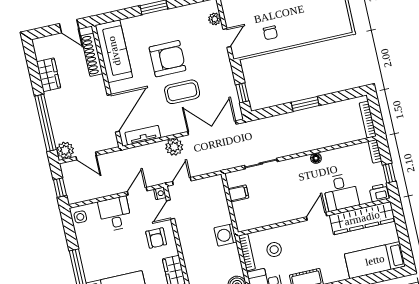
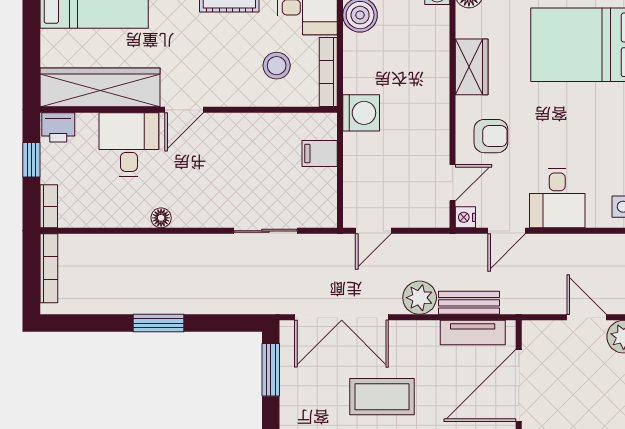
window: (242, 93) -> (271, 370), width x1.50
bench: (148, 150) -> (469, 303), added
door: (182, 181) -> (373, 231), moved
filing cabinet: (238, 193) -> (320, 154), moved
armchair: (156, 238) -> (491, 136), turned 90

